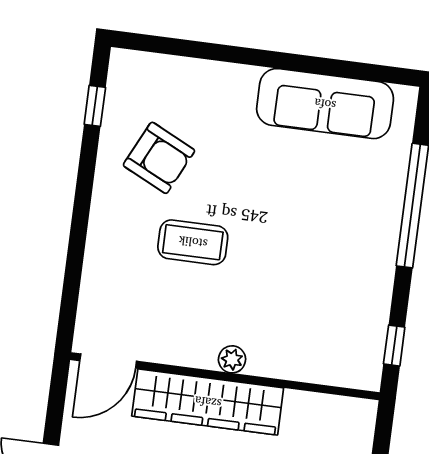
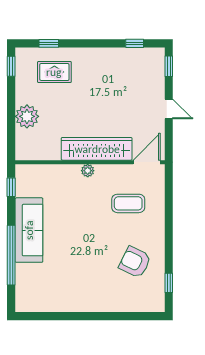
sofa: (325, 104) -> (29, 230), moved, turned 90
coffee table: (193, 242) -> (128, 203), moved

